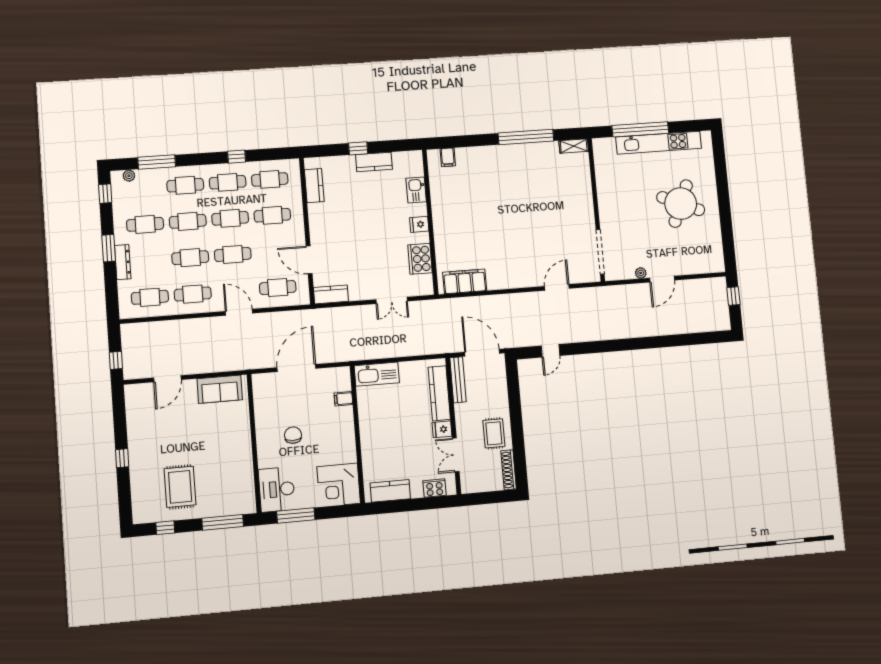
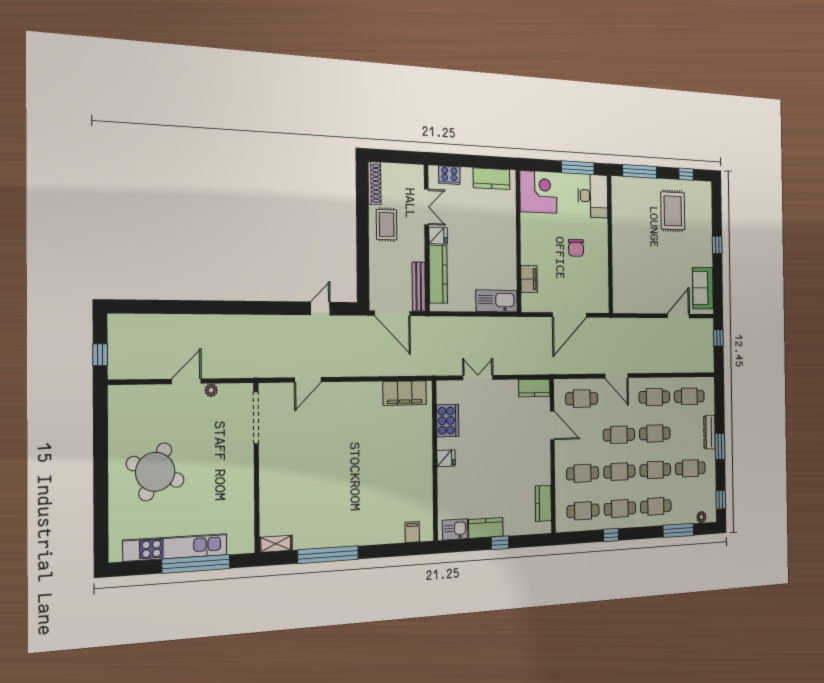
kitchen sink: (416, 190) -> (455, 529), moved, turned -90
sofa: (220, 389) -> (703, 288), moved, turned -90
filing cabinet: (343, 399) -> (529, 279), width x2.00

